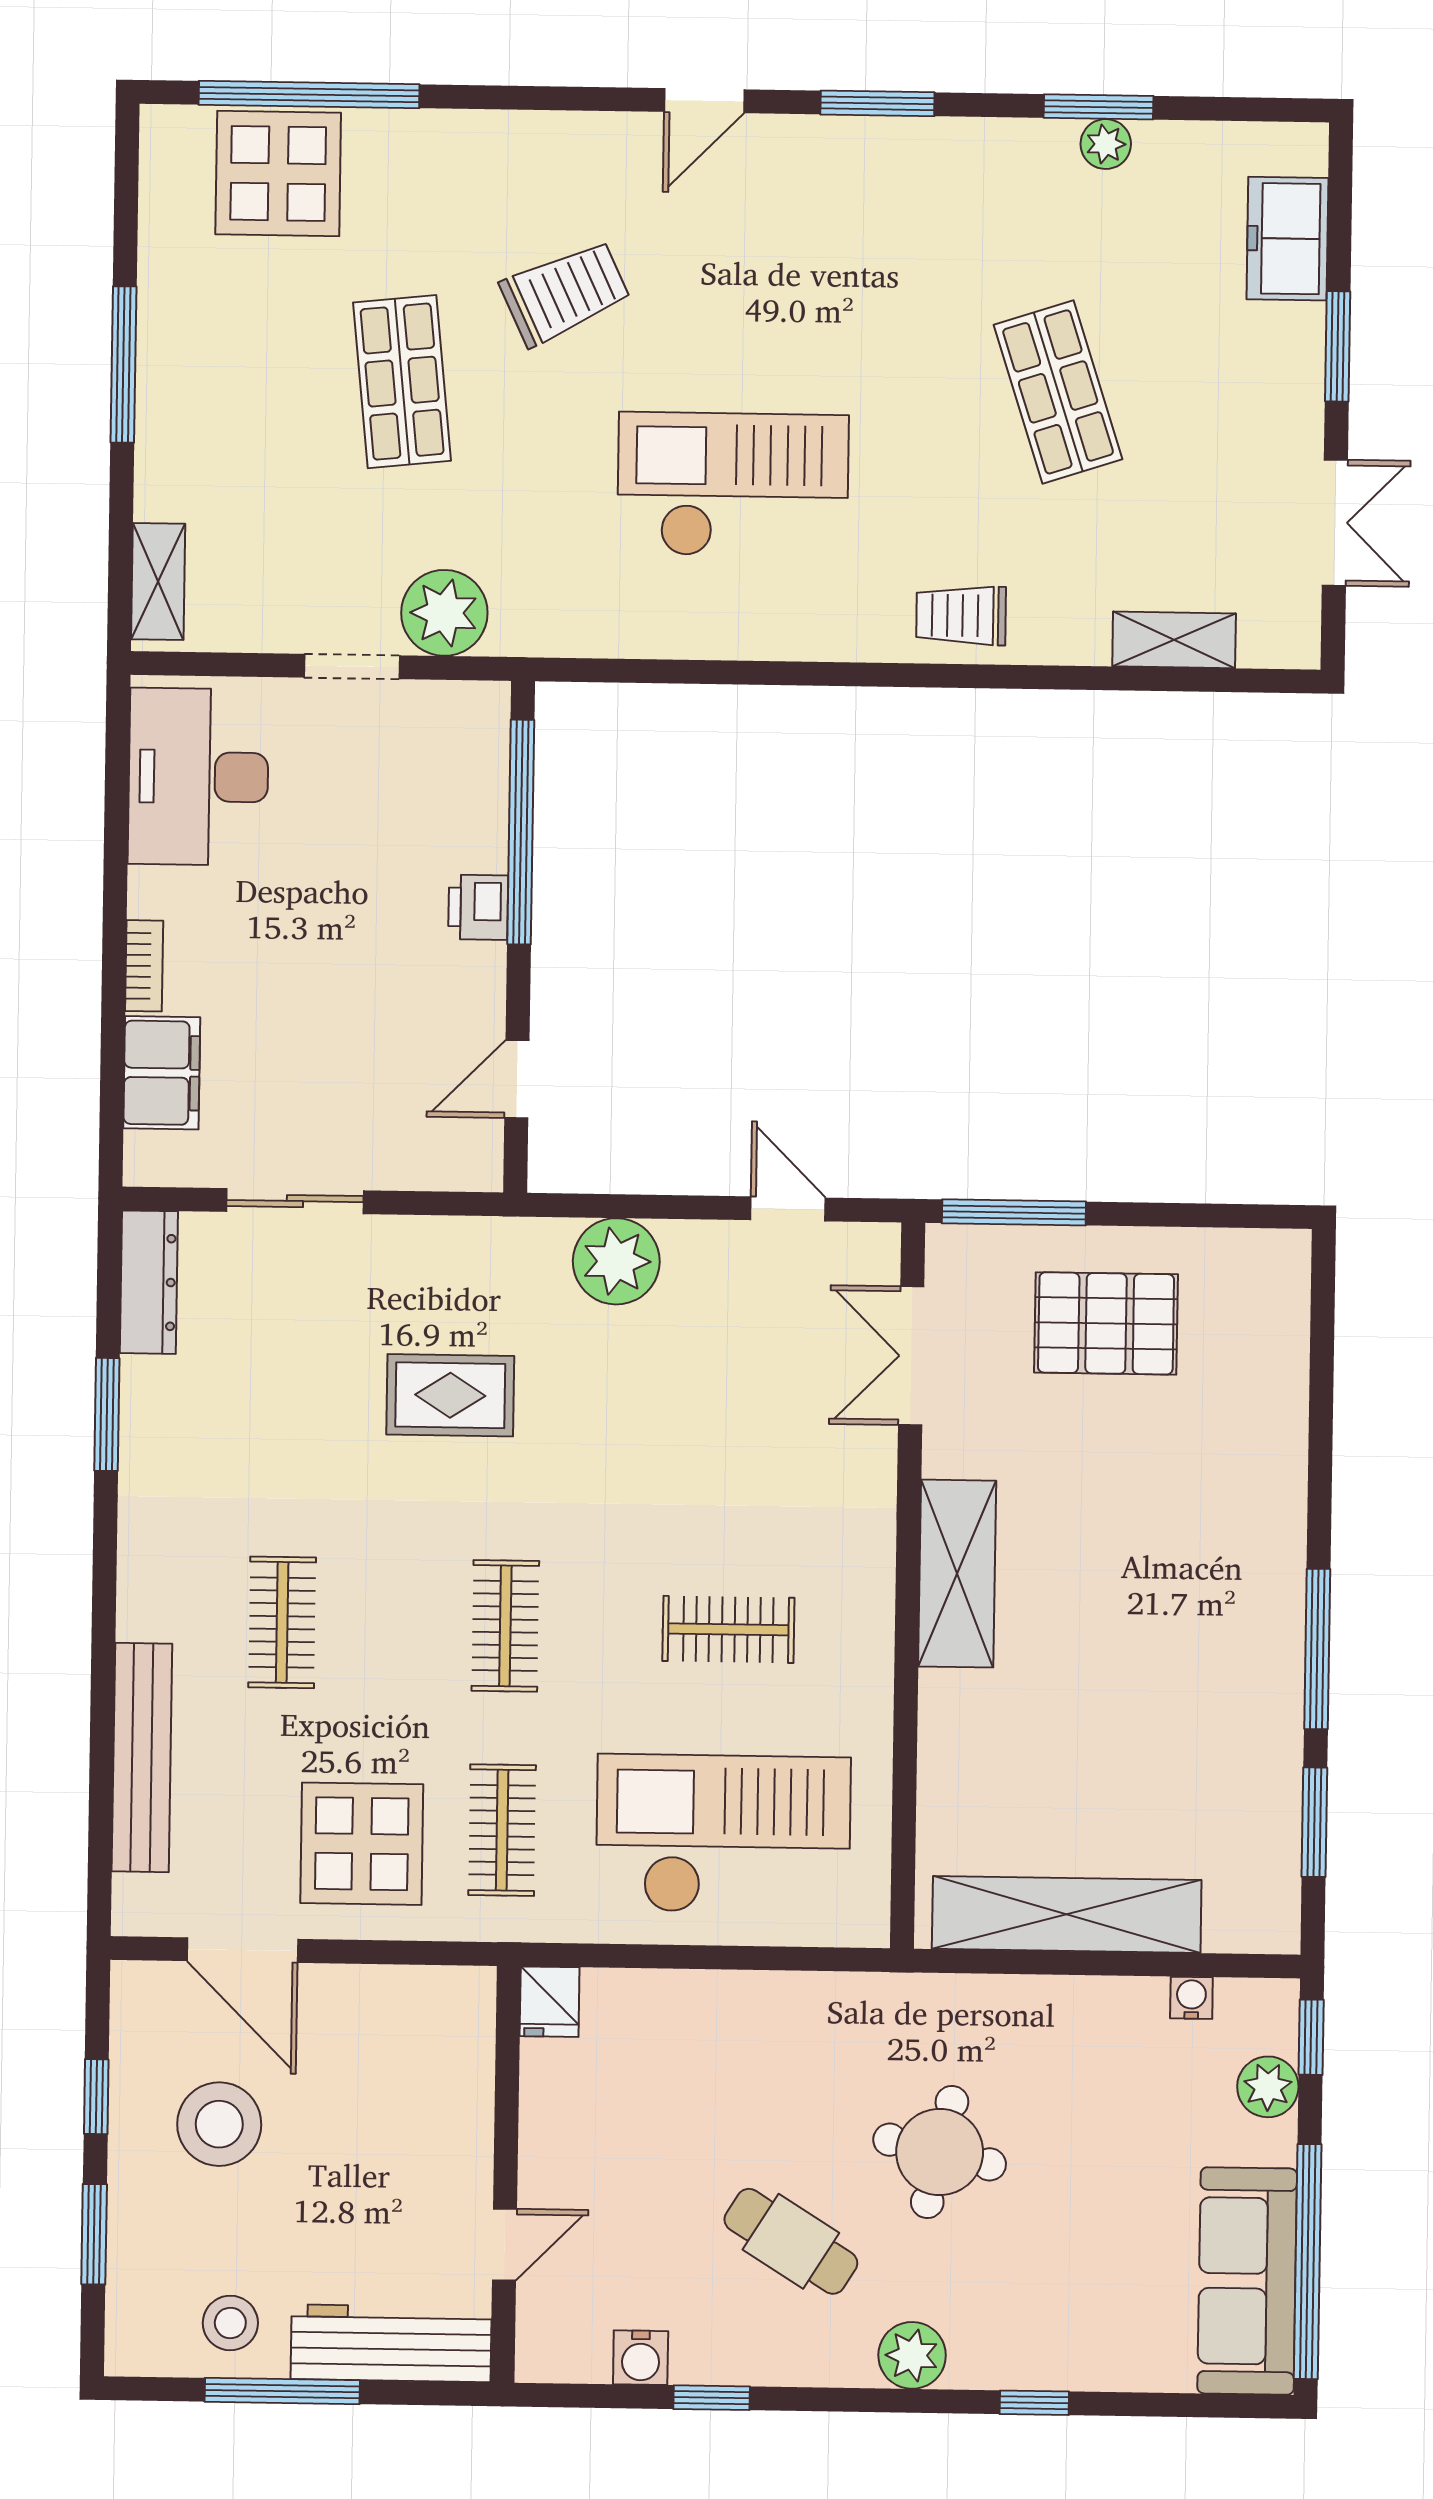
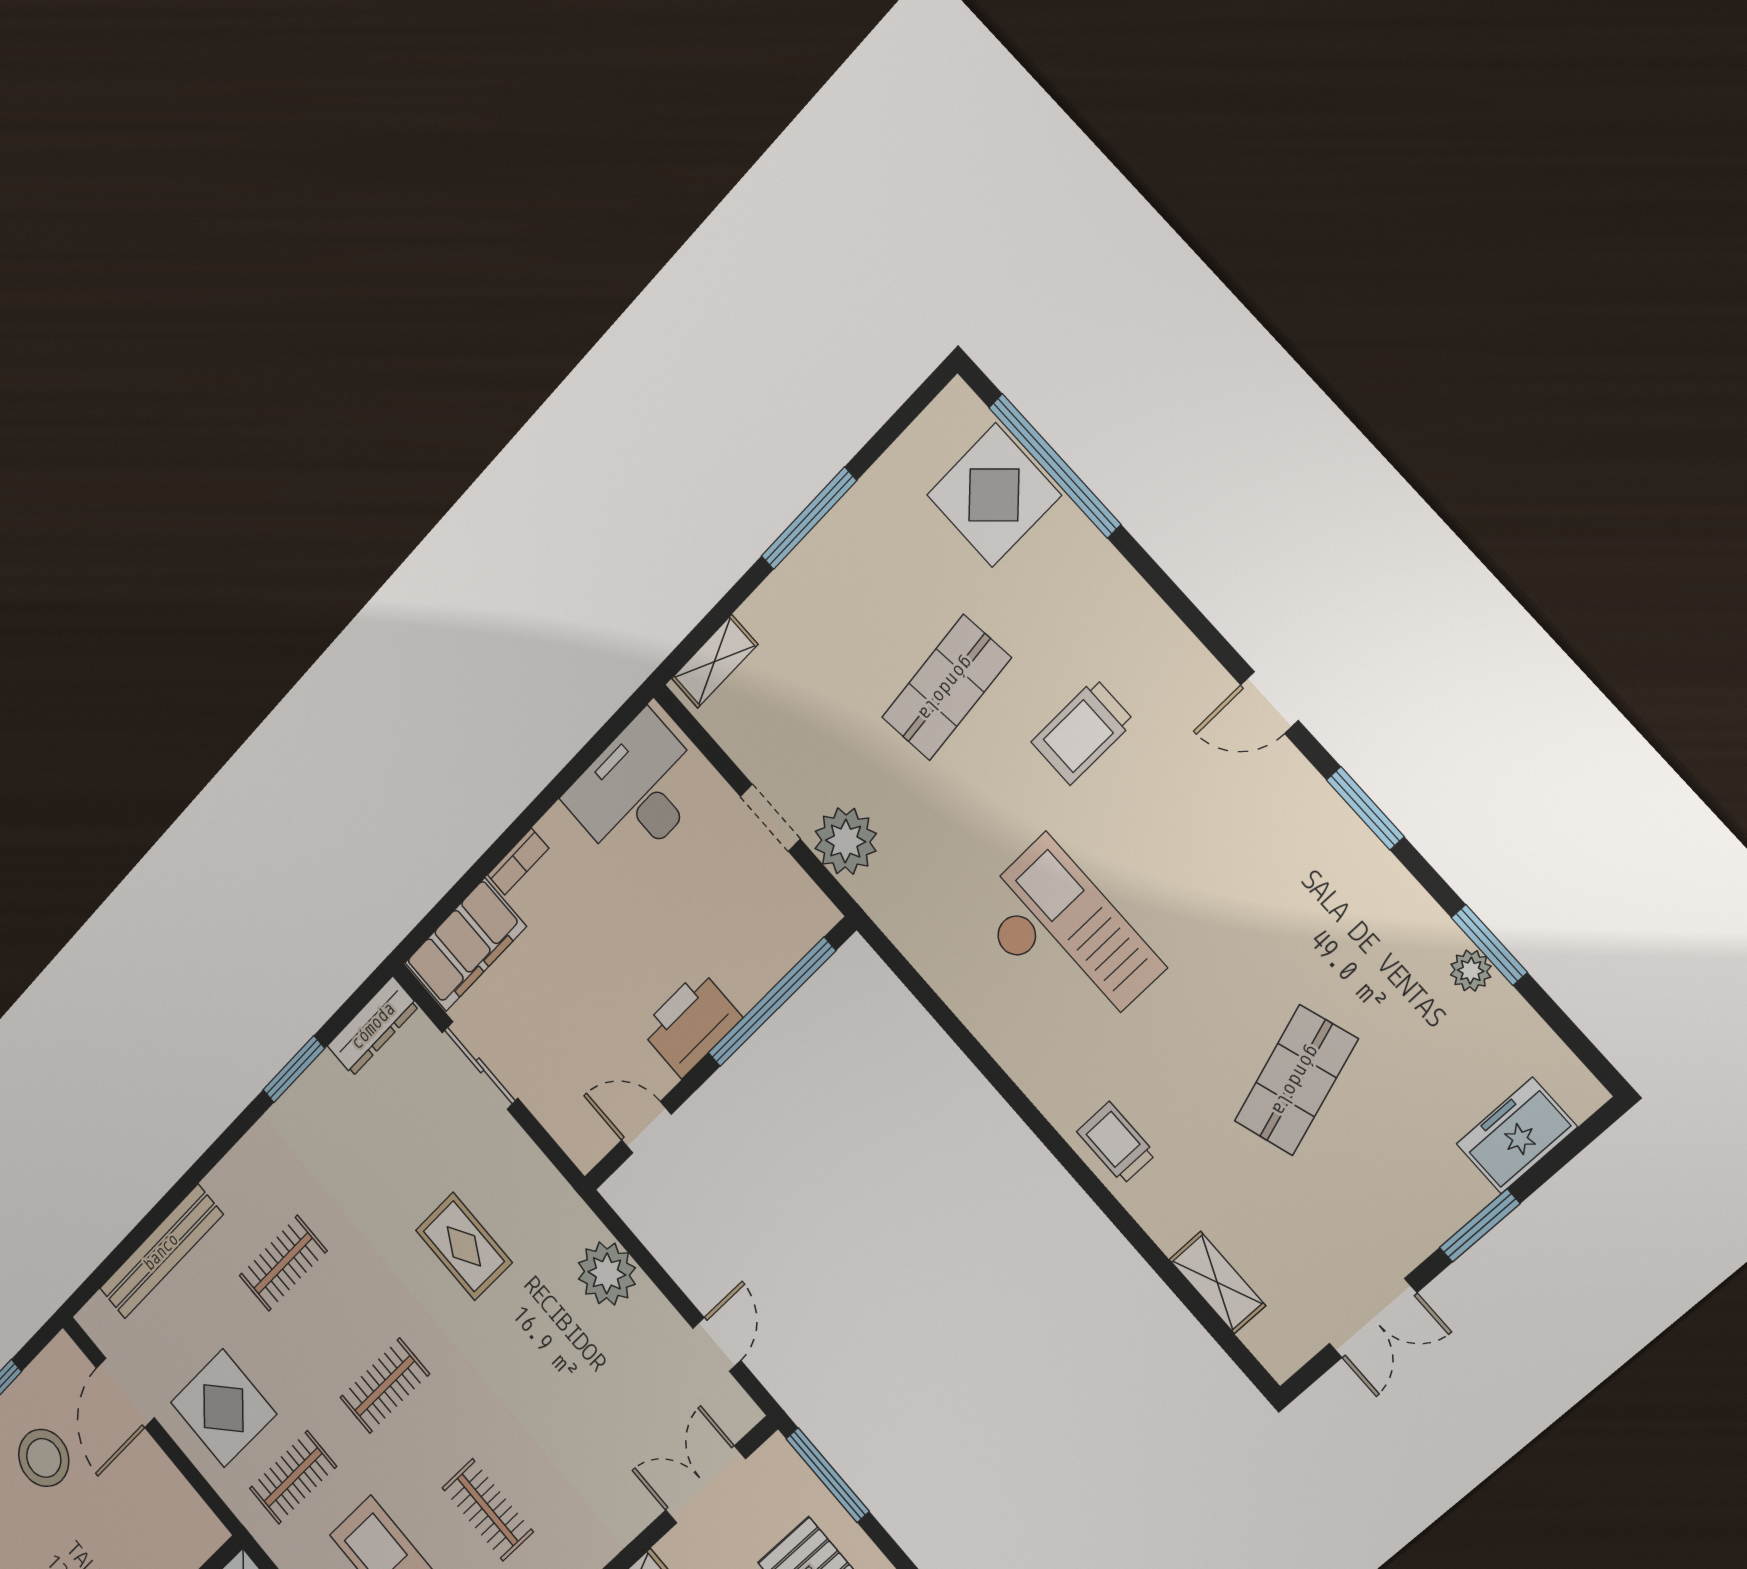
trolley: (565, 293) -> (1083, 732), turned 115
printer: (478, 907) -> (691, 1024), width x1.87, depth x1.48
filing cabinet: (162, 1073) -> (465, 945), width x1.50, depth x1.17

